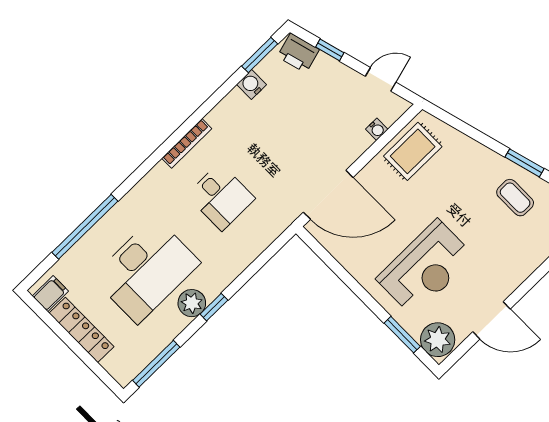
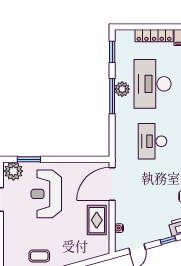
rug: (413, 151) -> (97, 220), moved
desk: (221, 197) -> (153, 141), width x1.37
window: (214, 307) -> (112, 96), width x2.17
window: (156, 364) -> (112, 52), width x0.69

